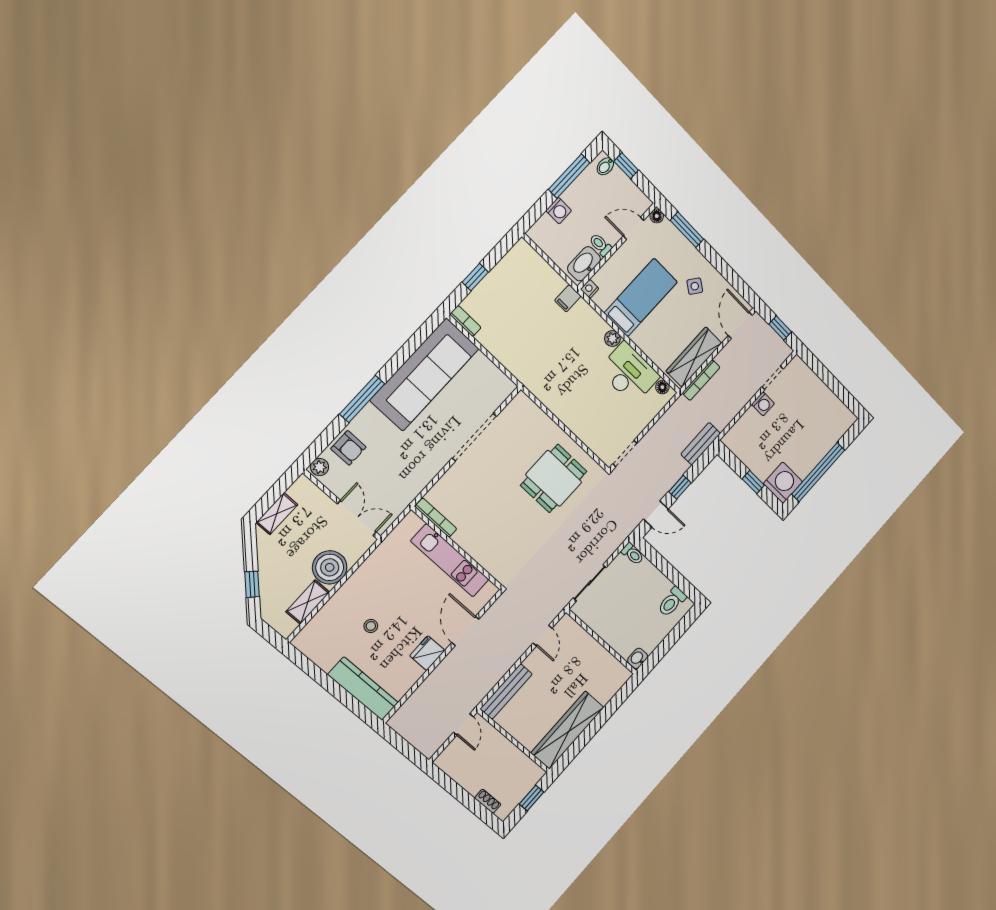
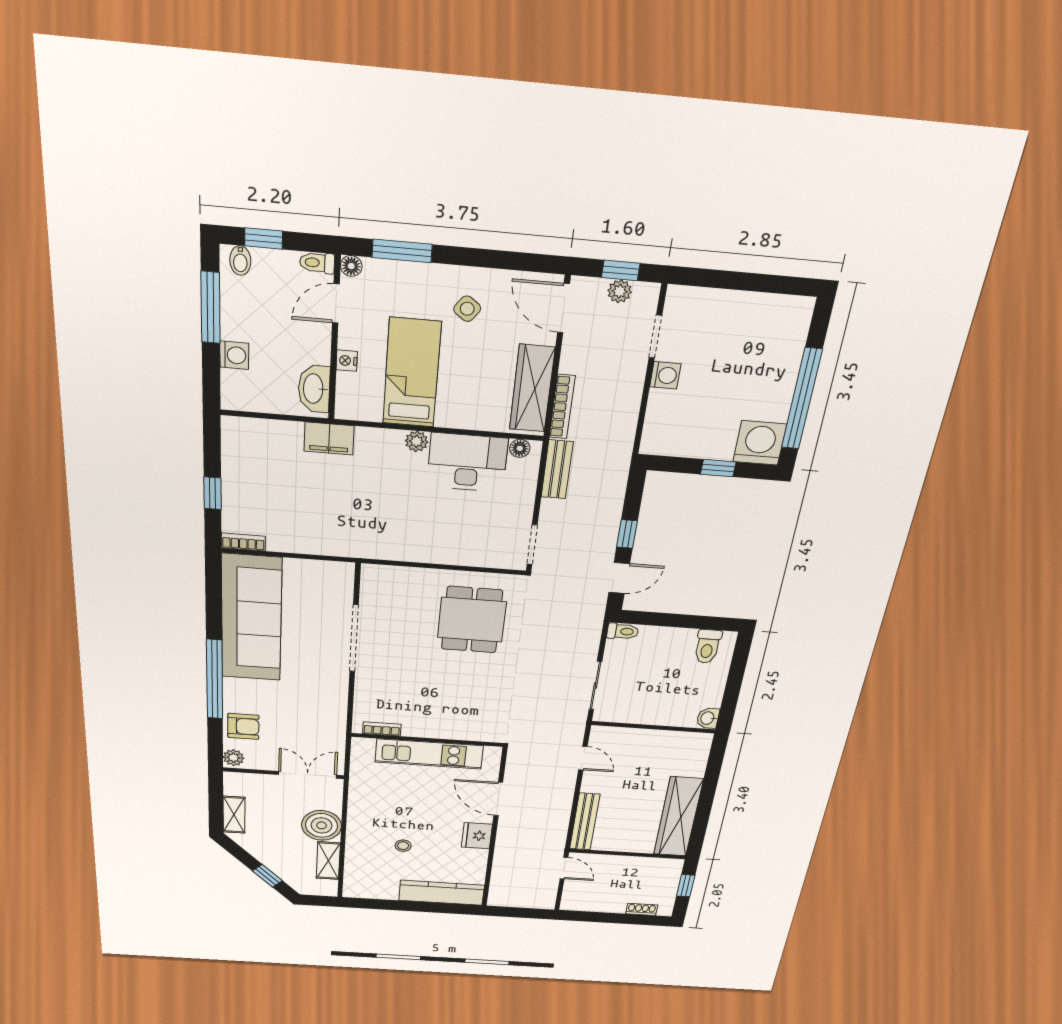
toilet: (600, 245) -> (317, 263), moved
nightstand: (590, 289) -> (347, 361), moved
filing cabinet: (568, 298) -> (329, 439), width x2.00
plant: (772, 339) -> (620, 291), added
window: (362, 399) -> (215, 679), width x1.46
bench: (701, 444) -> (557, 469), moved
bookcase: (436, 518) -> (382, 729), width x0.64

